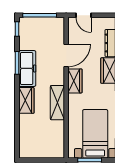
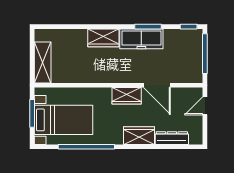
shelving: (57, 103) -> (43, 62), moved, turned 90

